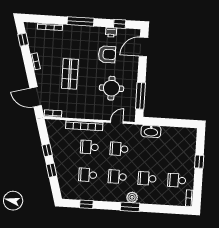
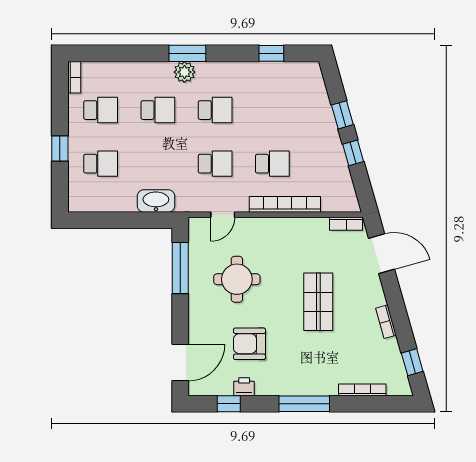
school desk: (88, 175) -> (101, 164), moved

